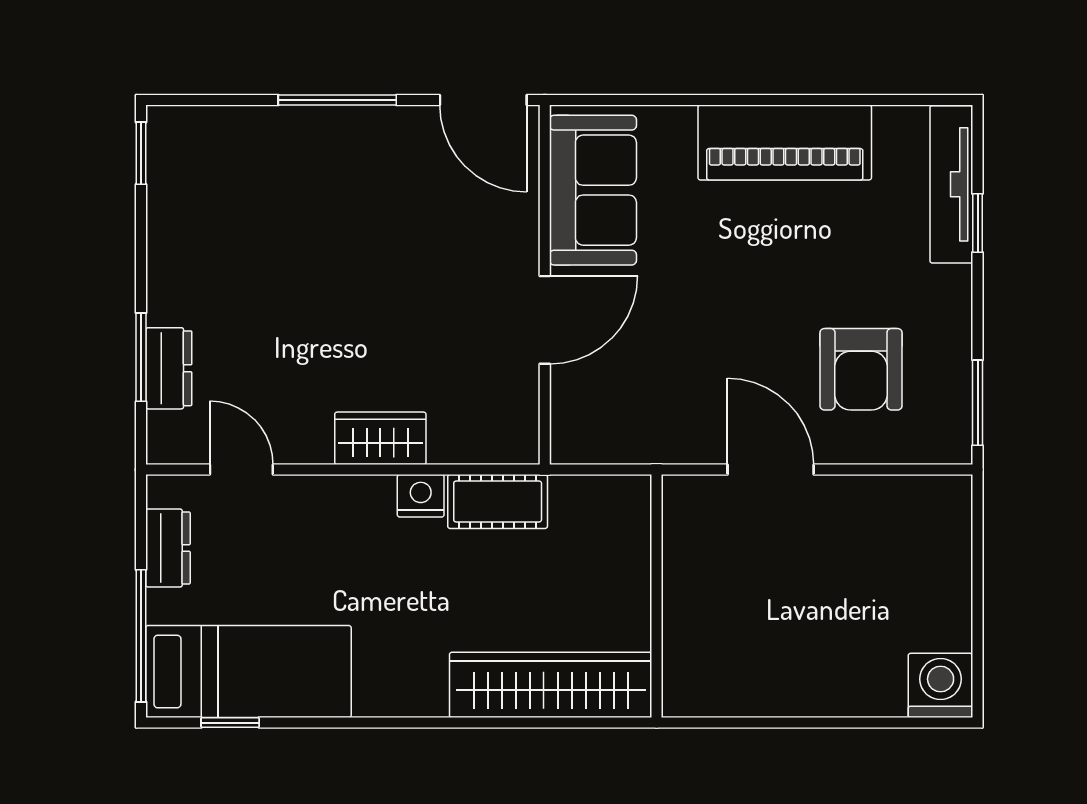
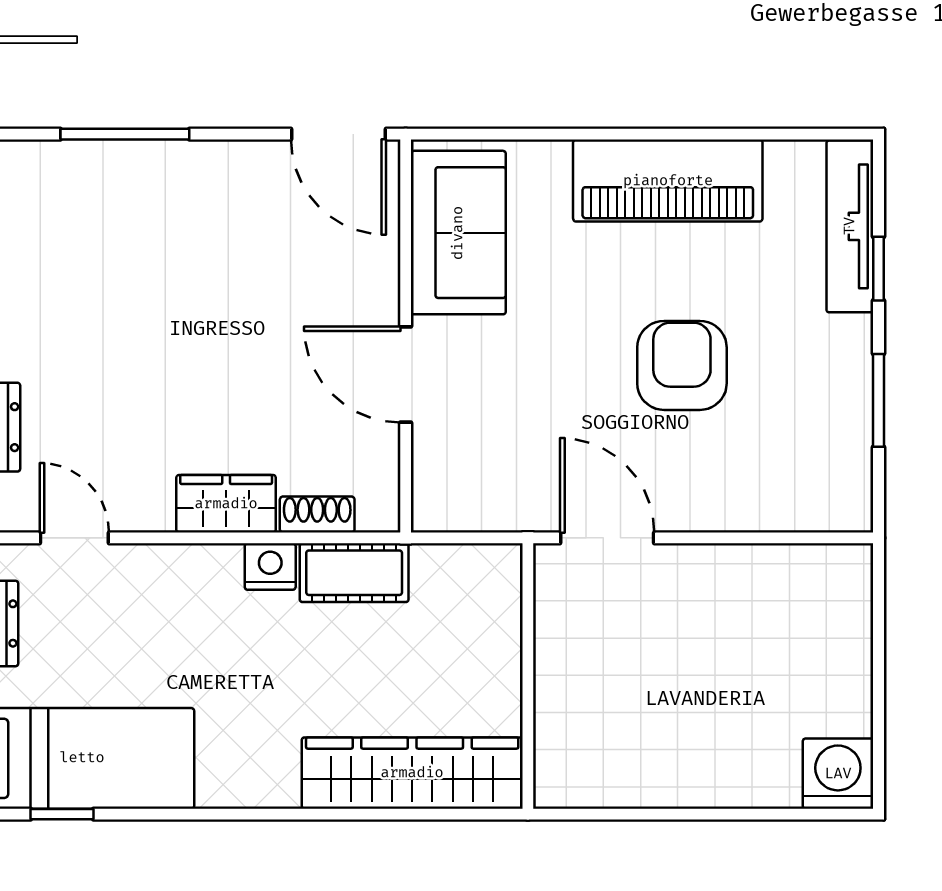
window: (337, 100) -> (125, 134), moved
door: (545, 320) -> (406, 374), swing flipped
armchair: (861, 369) -> (682, 365), moved, turned 180
window: (978, 403) -> (878, 400), moved
shoe rack: (464, 448) -> (317, 514), added
door: (771, 470) -> (607, 538), moved

